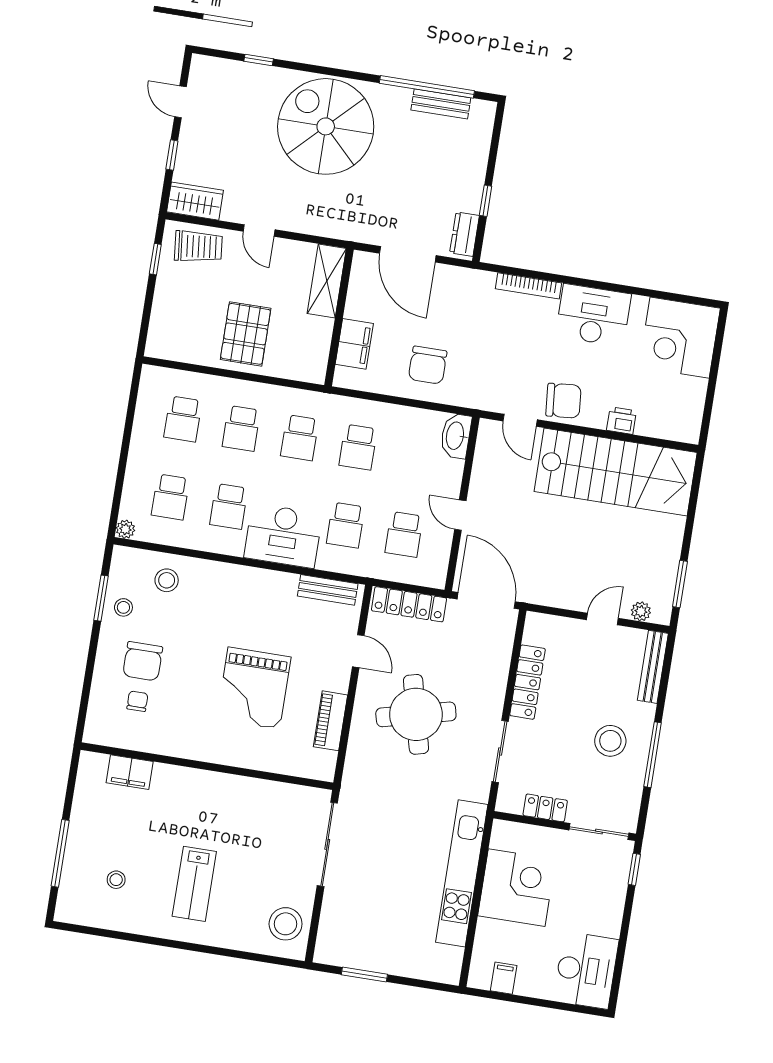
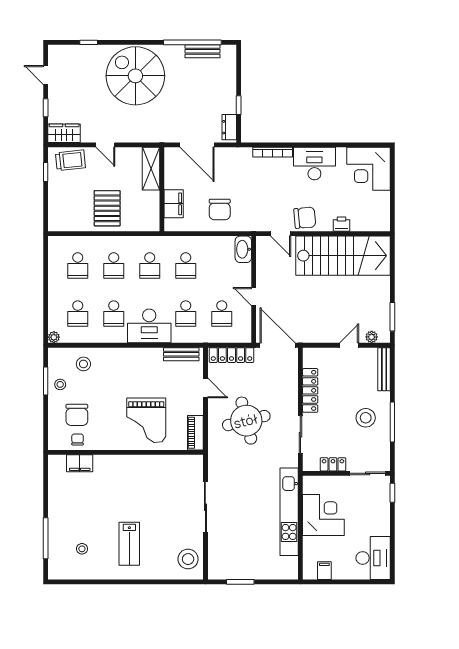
wall: (207, 766) -> (126, 452), moved
filing cabinet: (130, 772) -> (80, 463), moved

